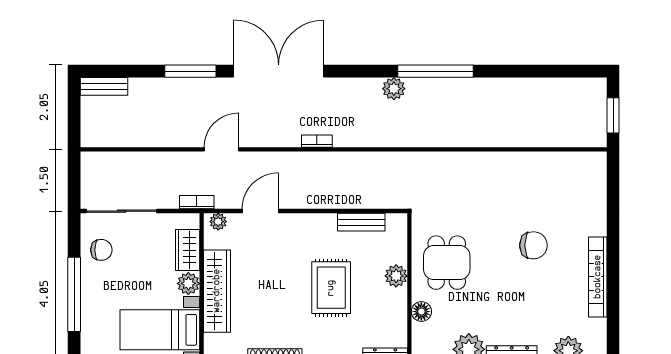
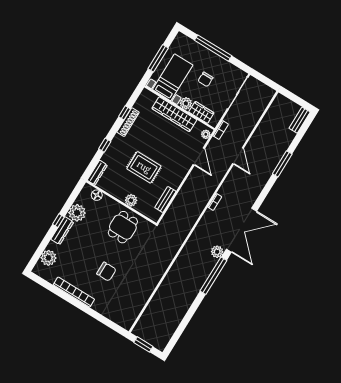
double door: (279, 71) -> (241, 230), moved
chair: (533, 245) -> (106, 272), turned -90
chair: (101, 250) -> (205, 79), moved
dining table: (447, 263) -> (123, 227), turned 90
floor lamp: (421, 312) -> (97, 195), moved

